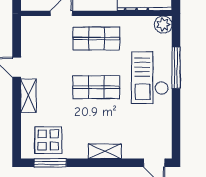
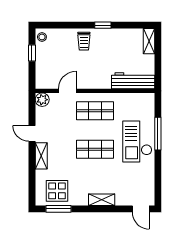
plant: (163, 25) -> (42, 100), moved

